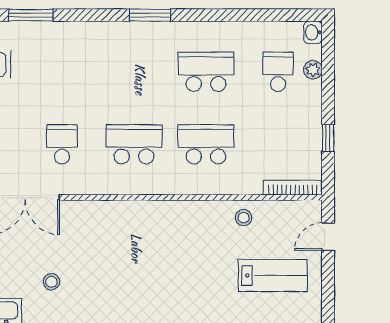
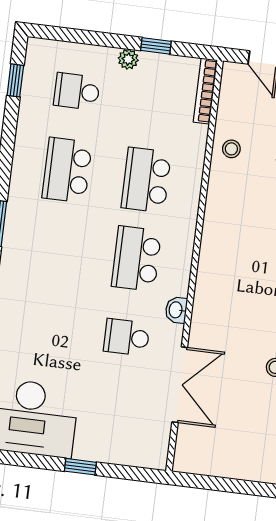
window: (281, 15) -> (15, 80), added
washbasin: (313, 32) -> (176, 310), moved, turned 90
plant: (313, 70) -> (128, 59), moved

